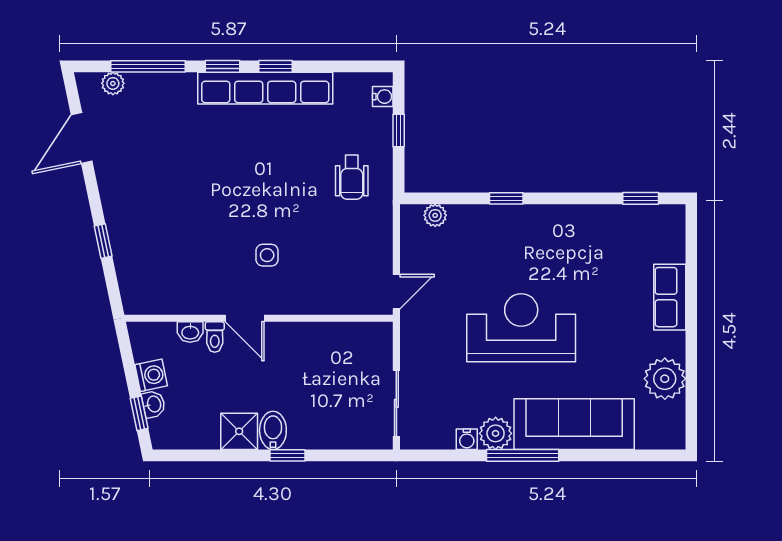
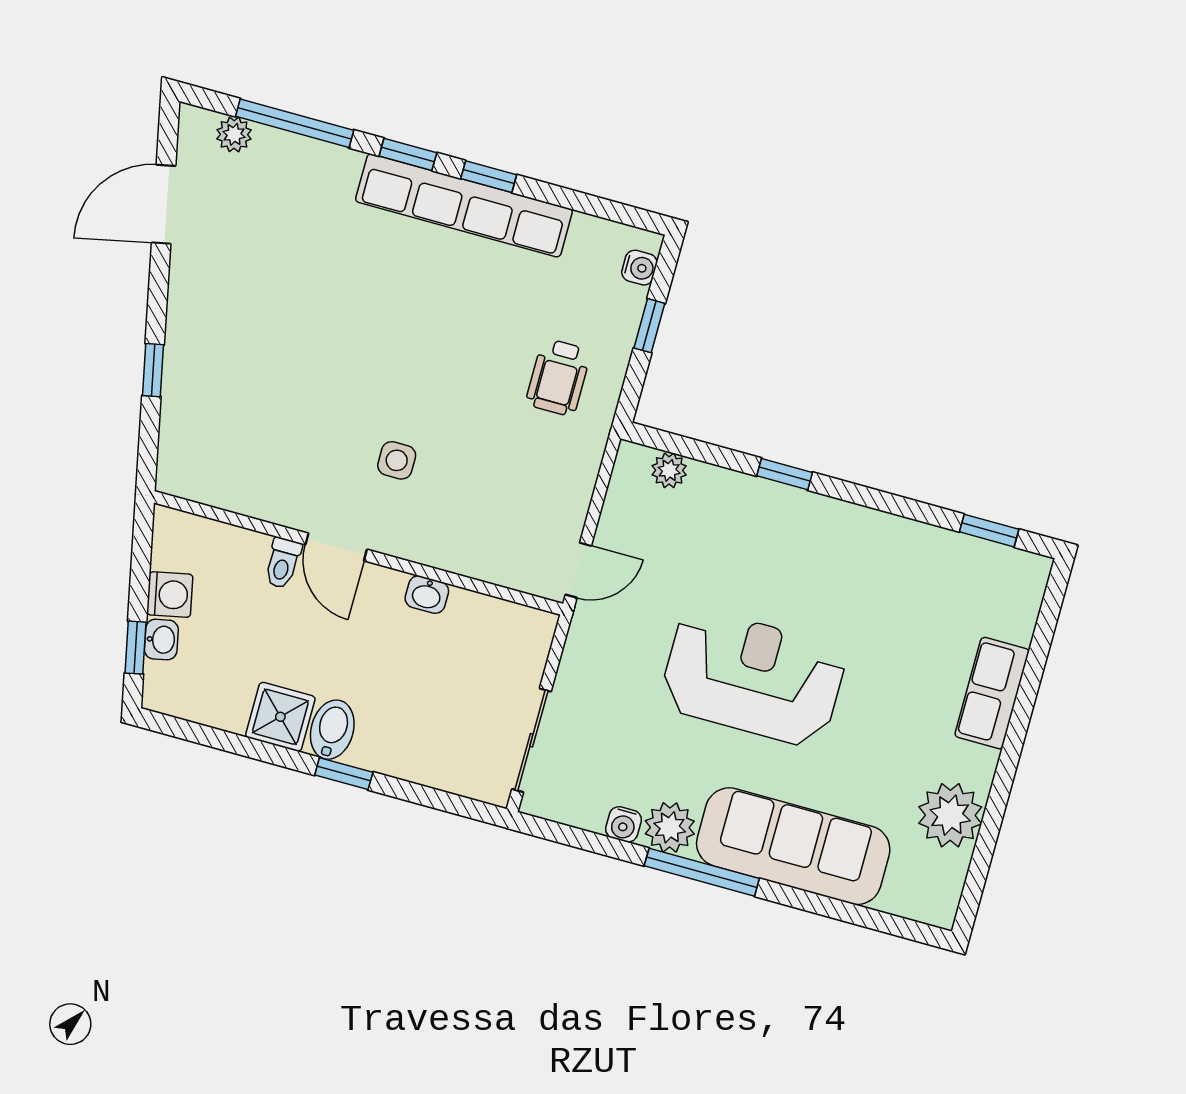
washbasin: (190, 332) -> (427, 595), moved

